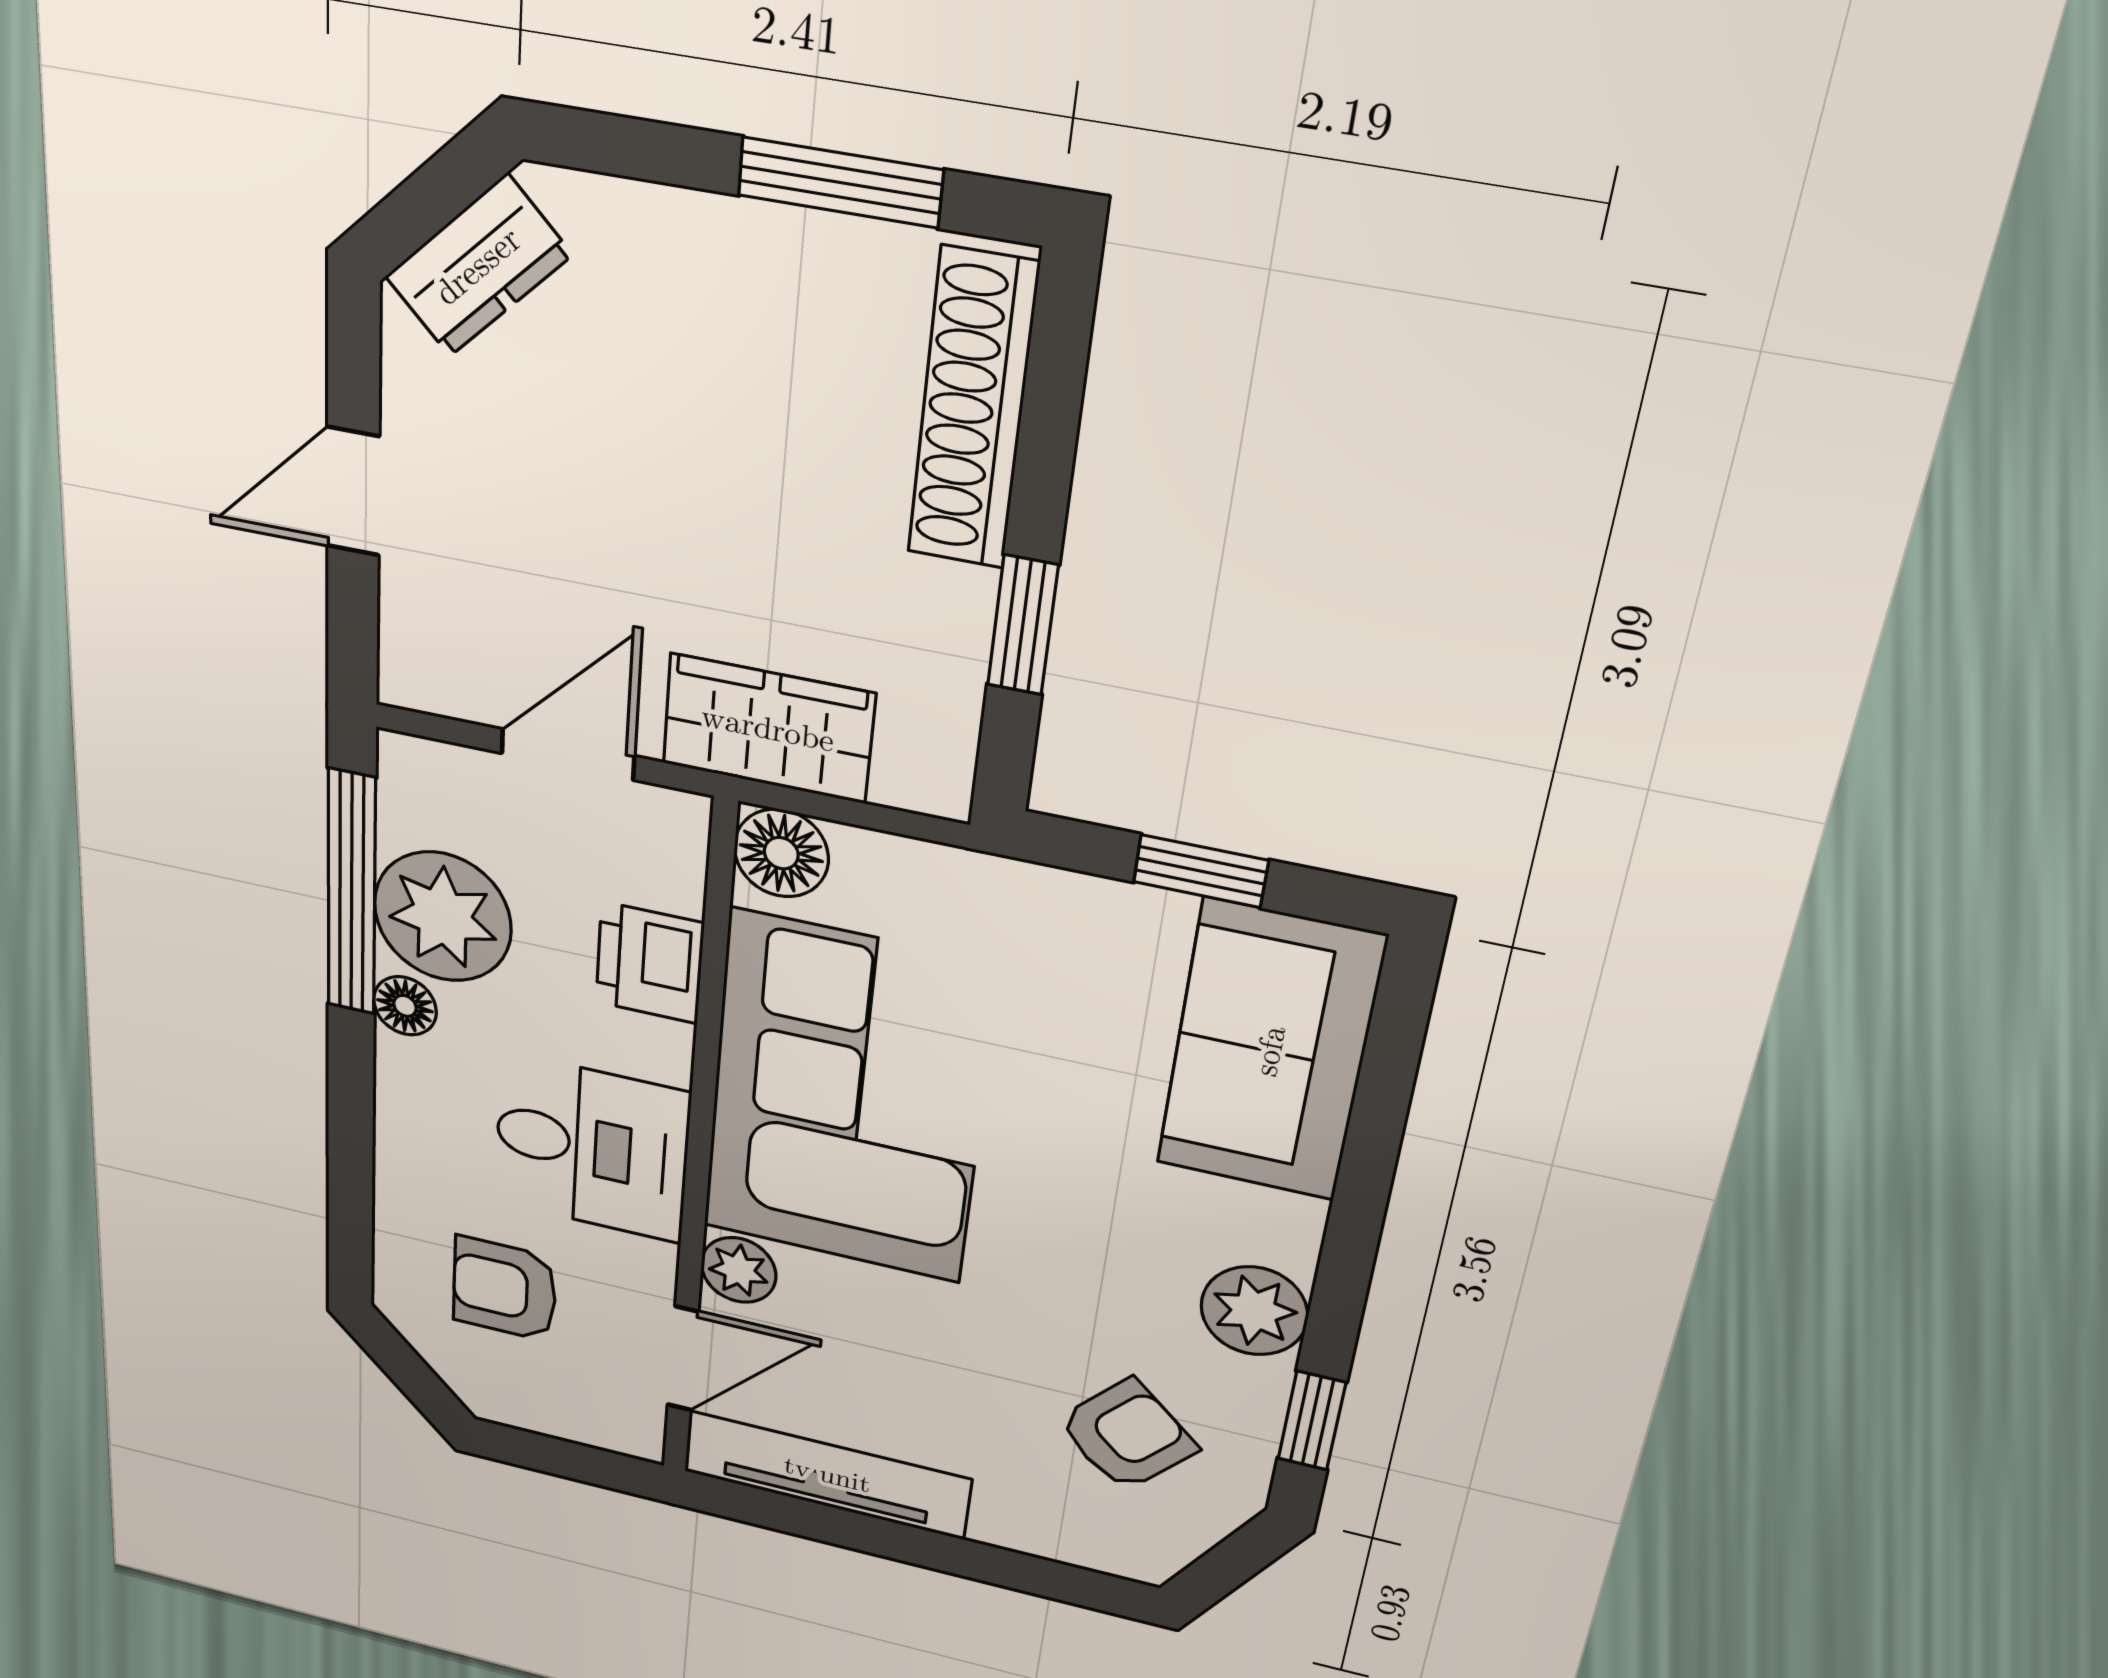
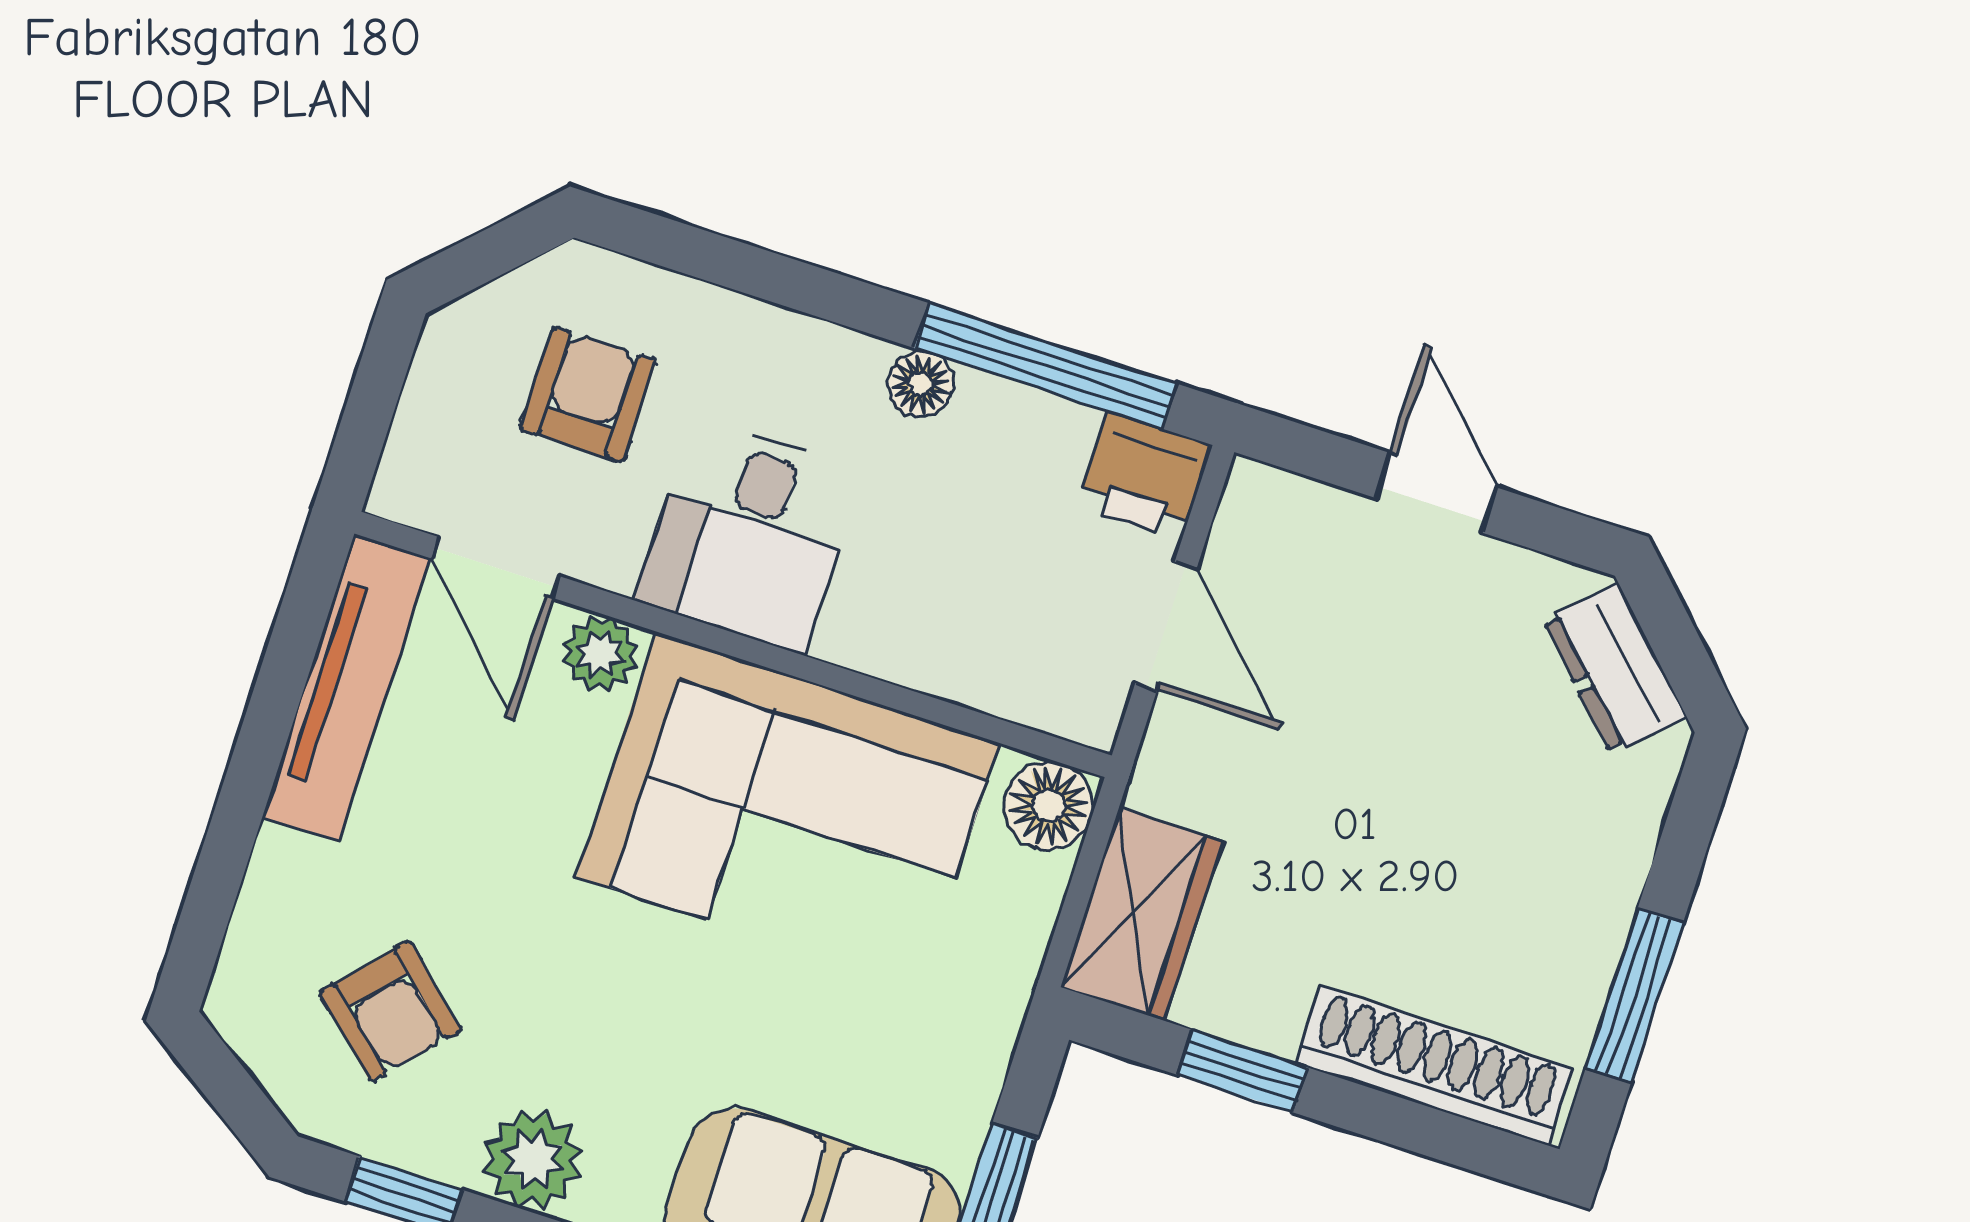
wardrobe: (768, 729) -> (1142, 914), moved
plant: (443, 917) -> (1013, 453), removed
printer: (650, 963) -> (1144, 476), moved, turned 180

